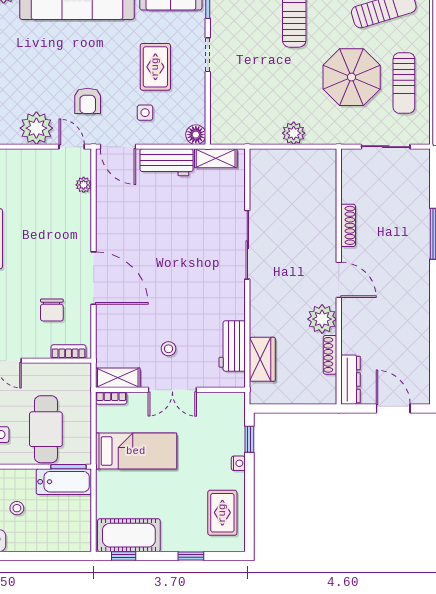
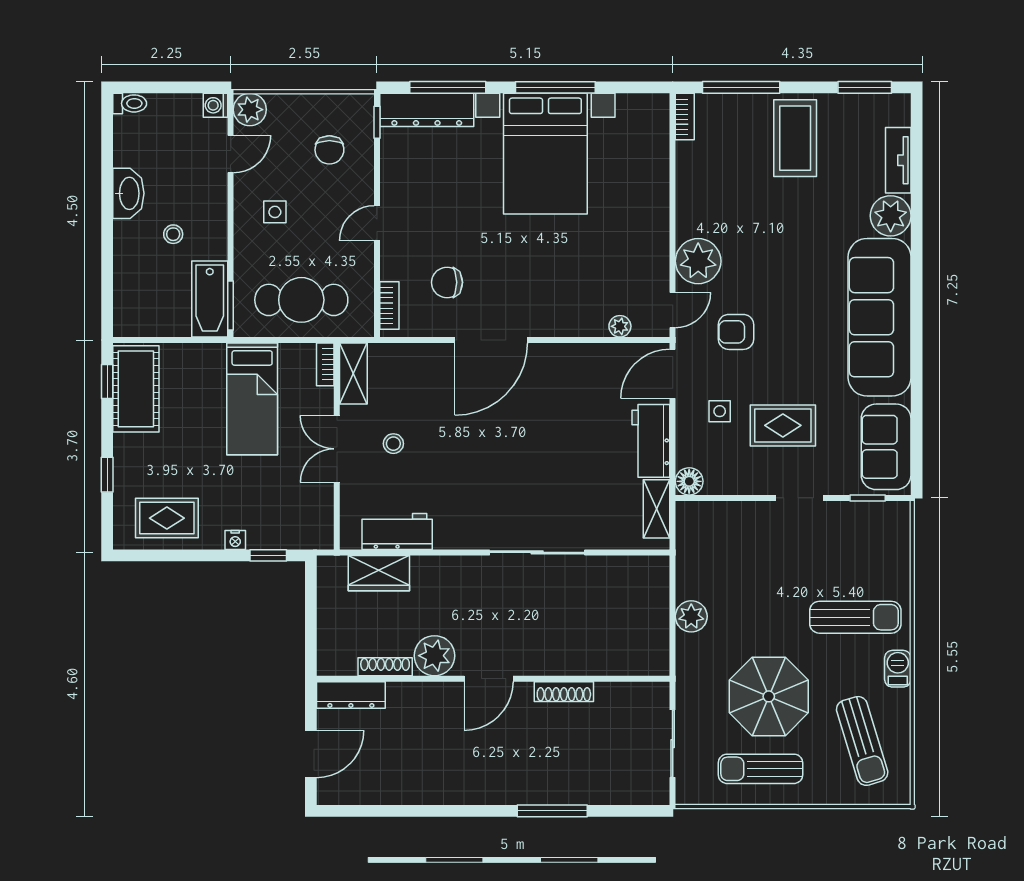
cafe table: (46, 429) -> (301, 300), moved

